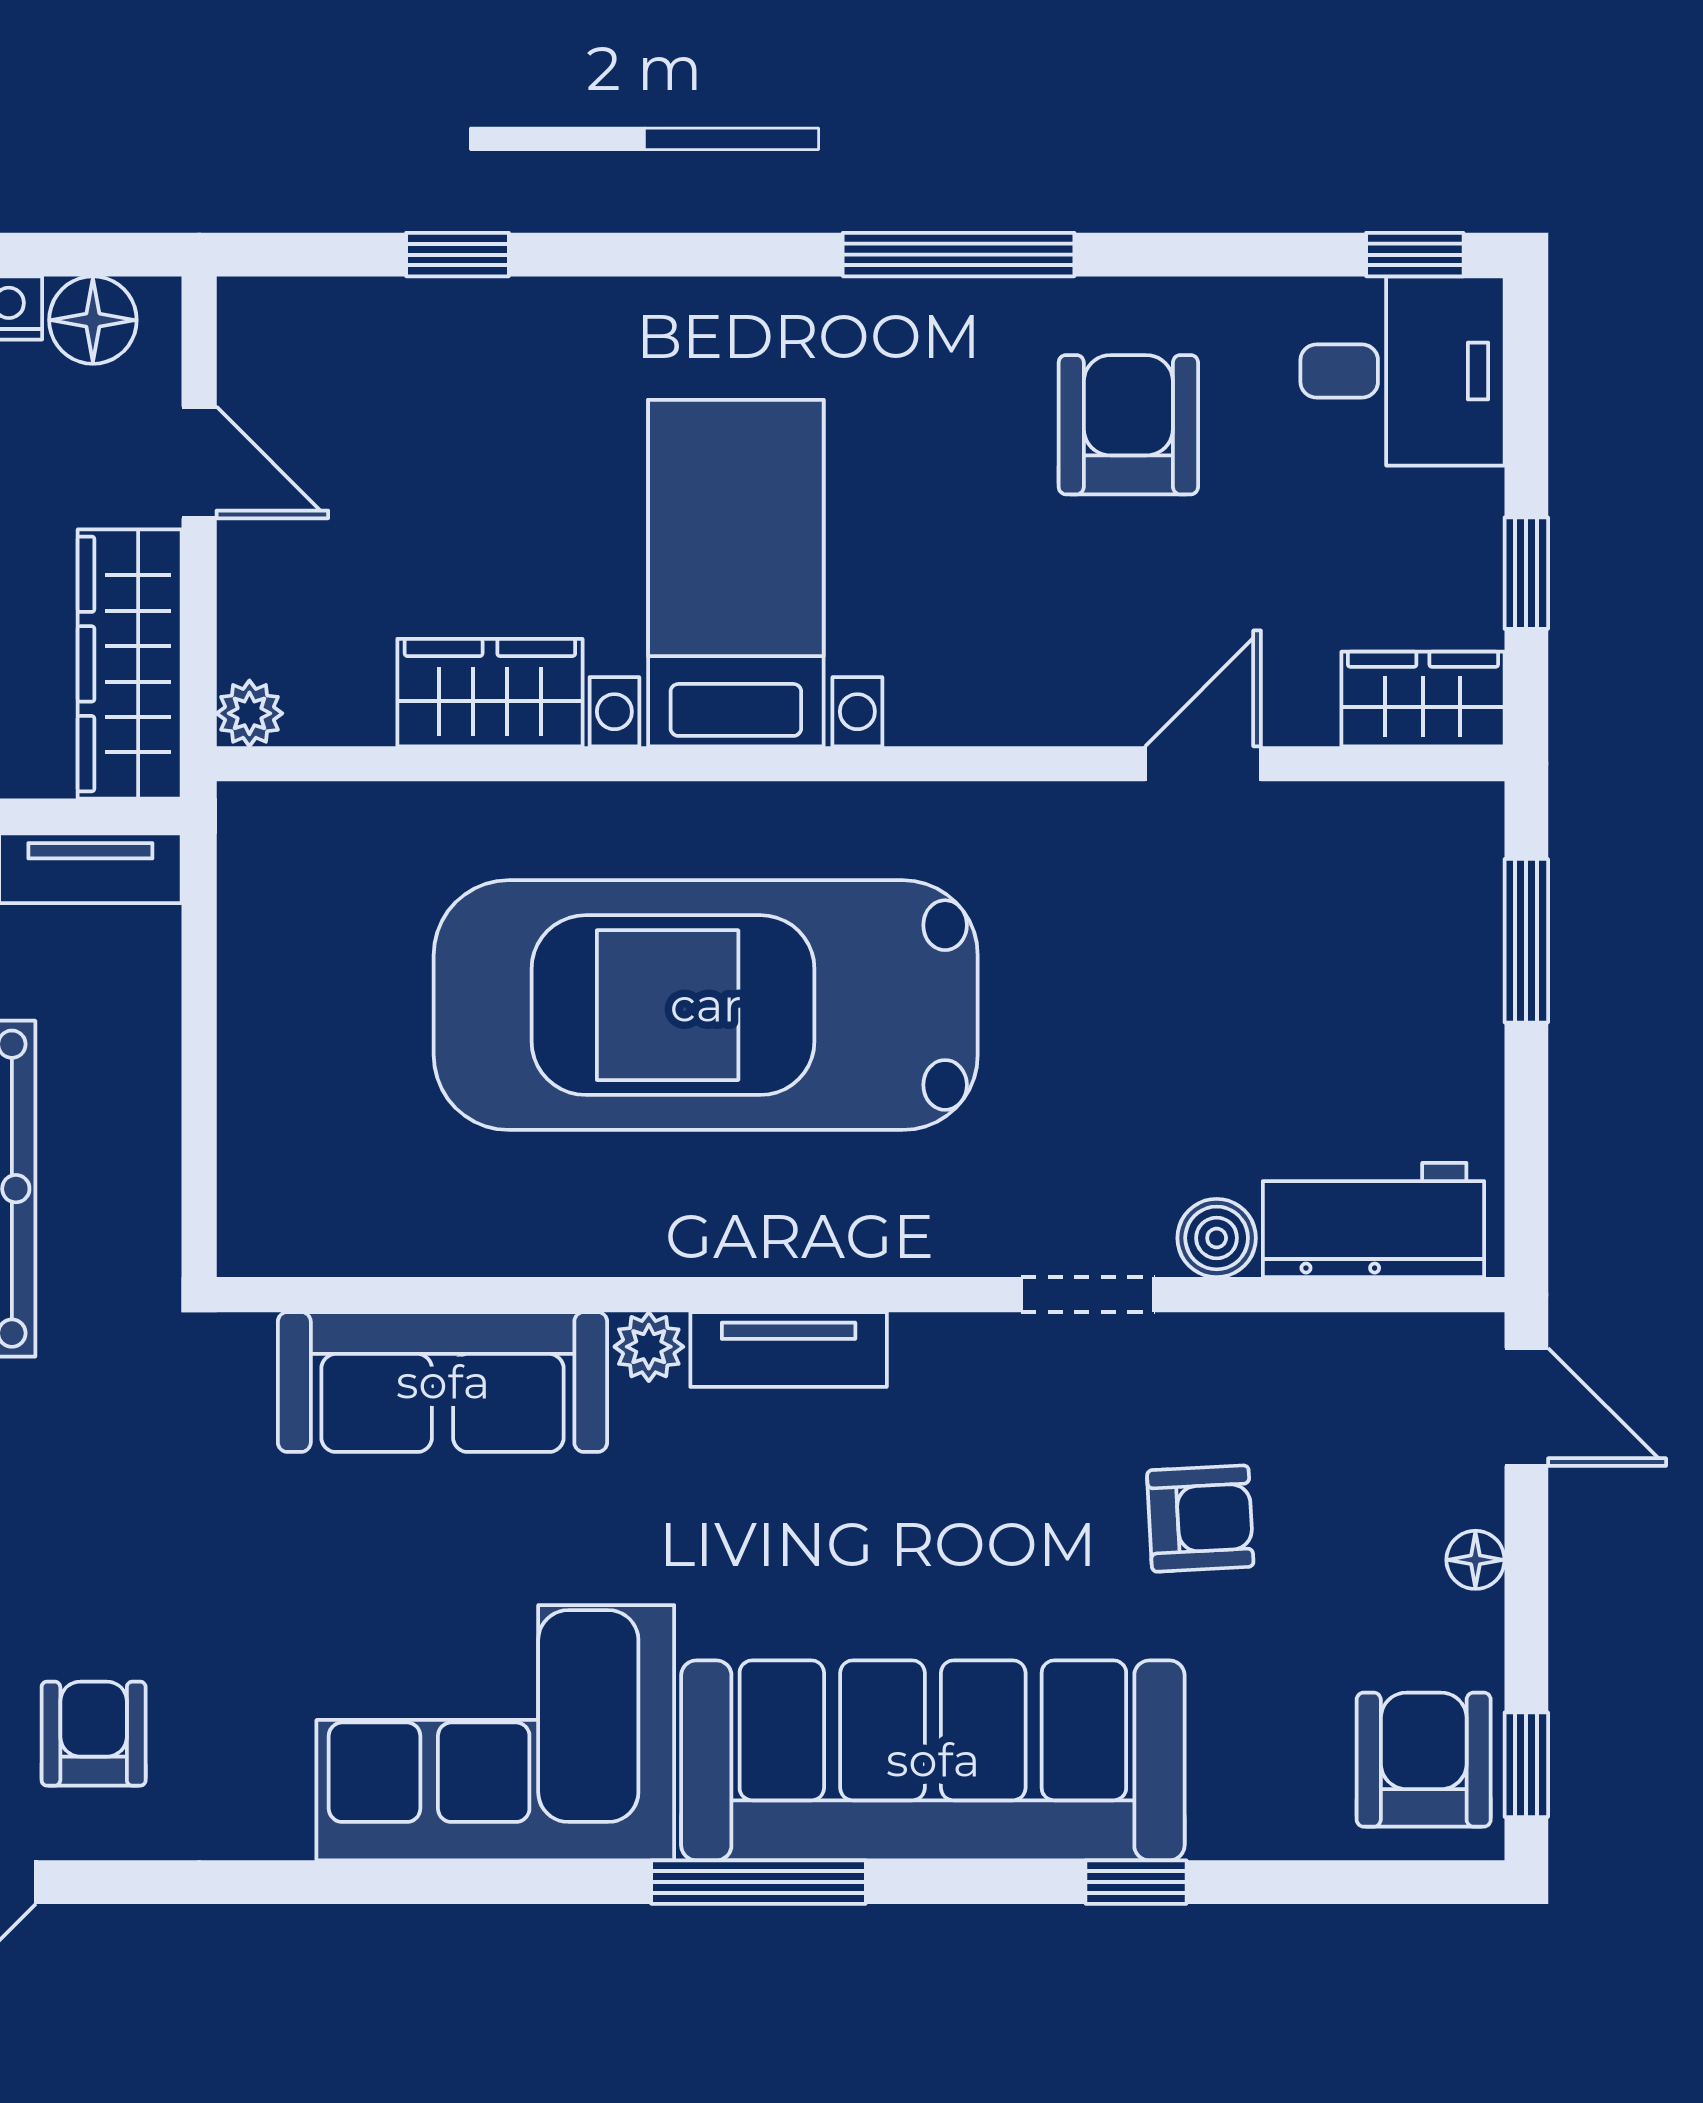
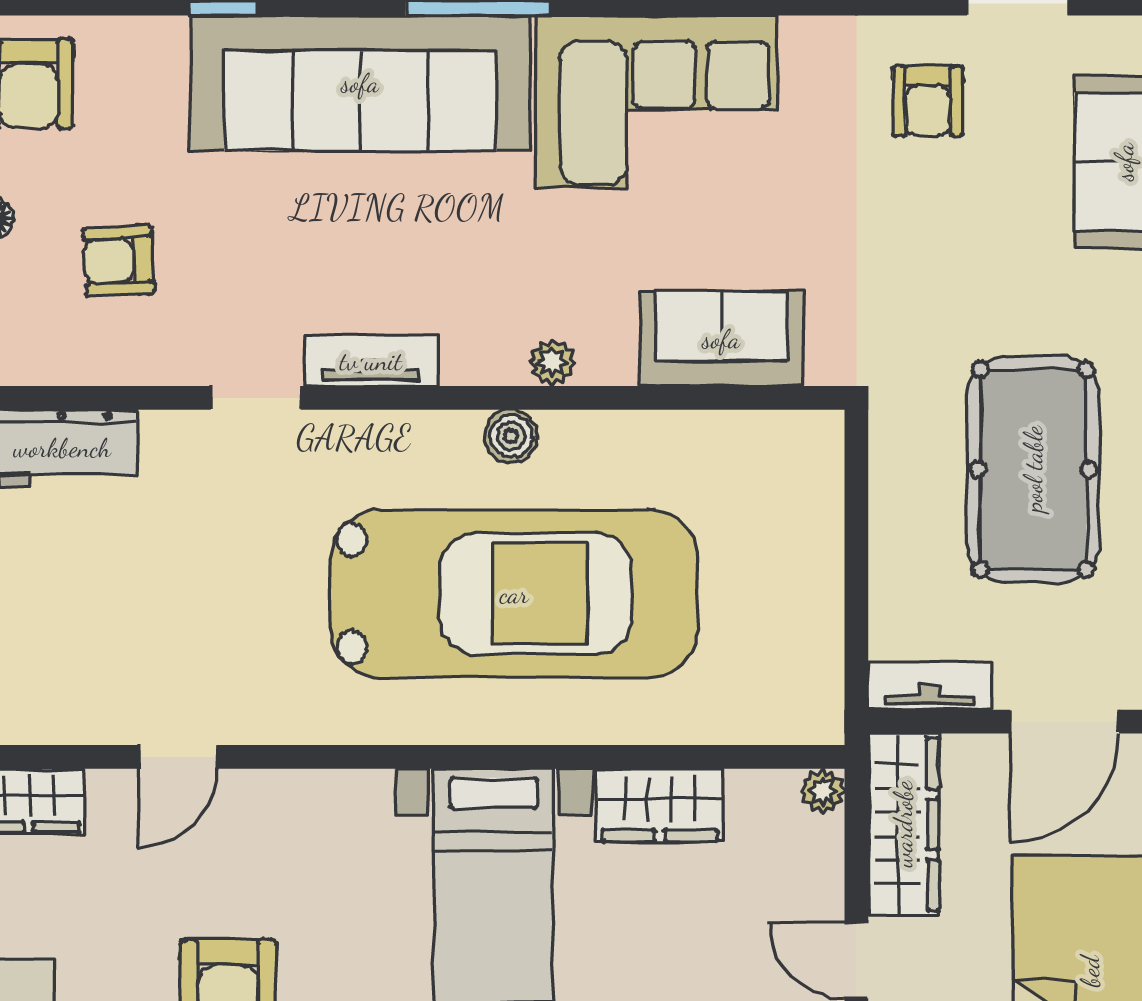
boiler: (1217, 1238) -> (511, 436), moved
tv unit: (789, 1349) -> (371, 361), moved
sofa: (443, 1382) -> (721, 339), width x0.73
armchair: (1200, 1519) -> (119, 261), moved

